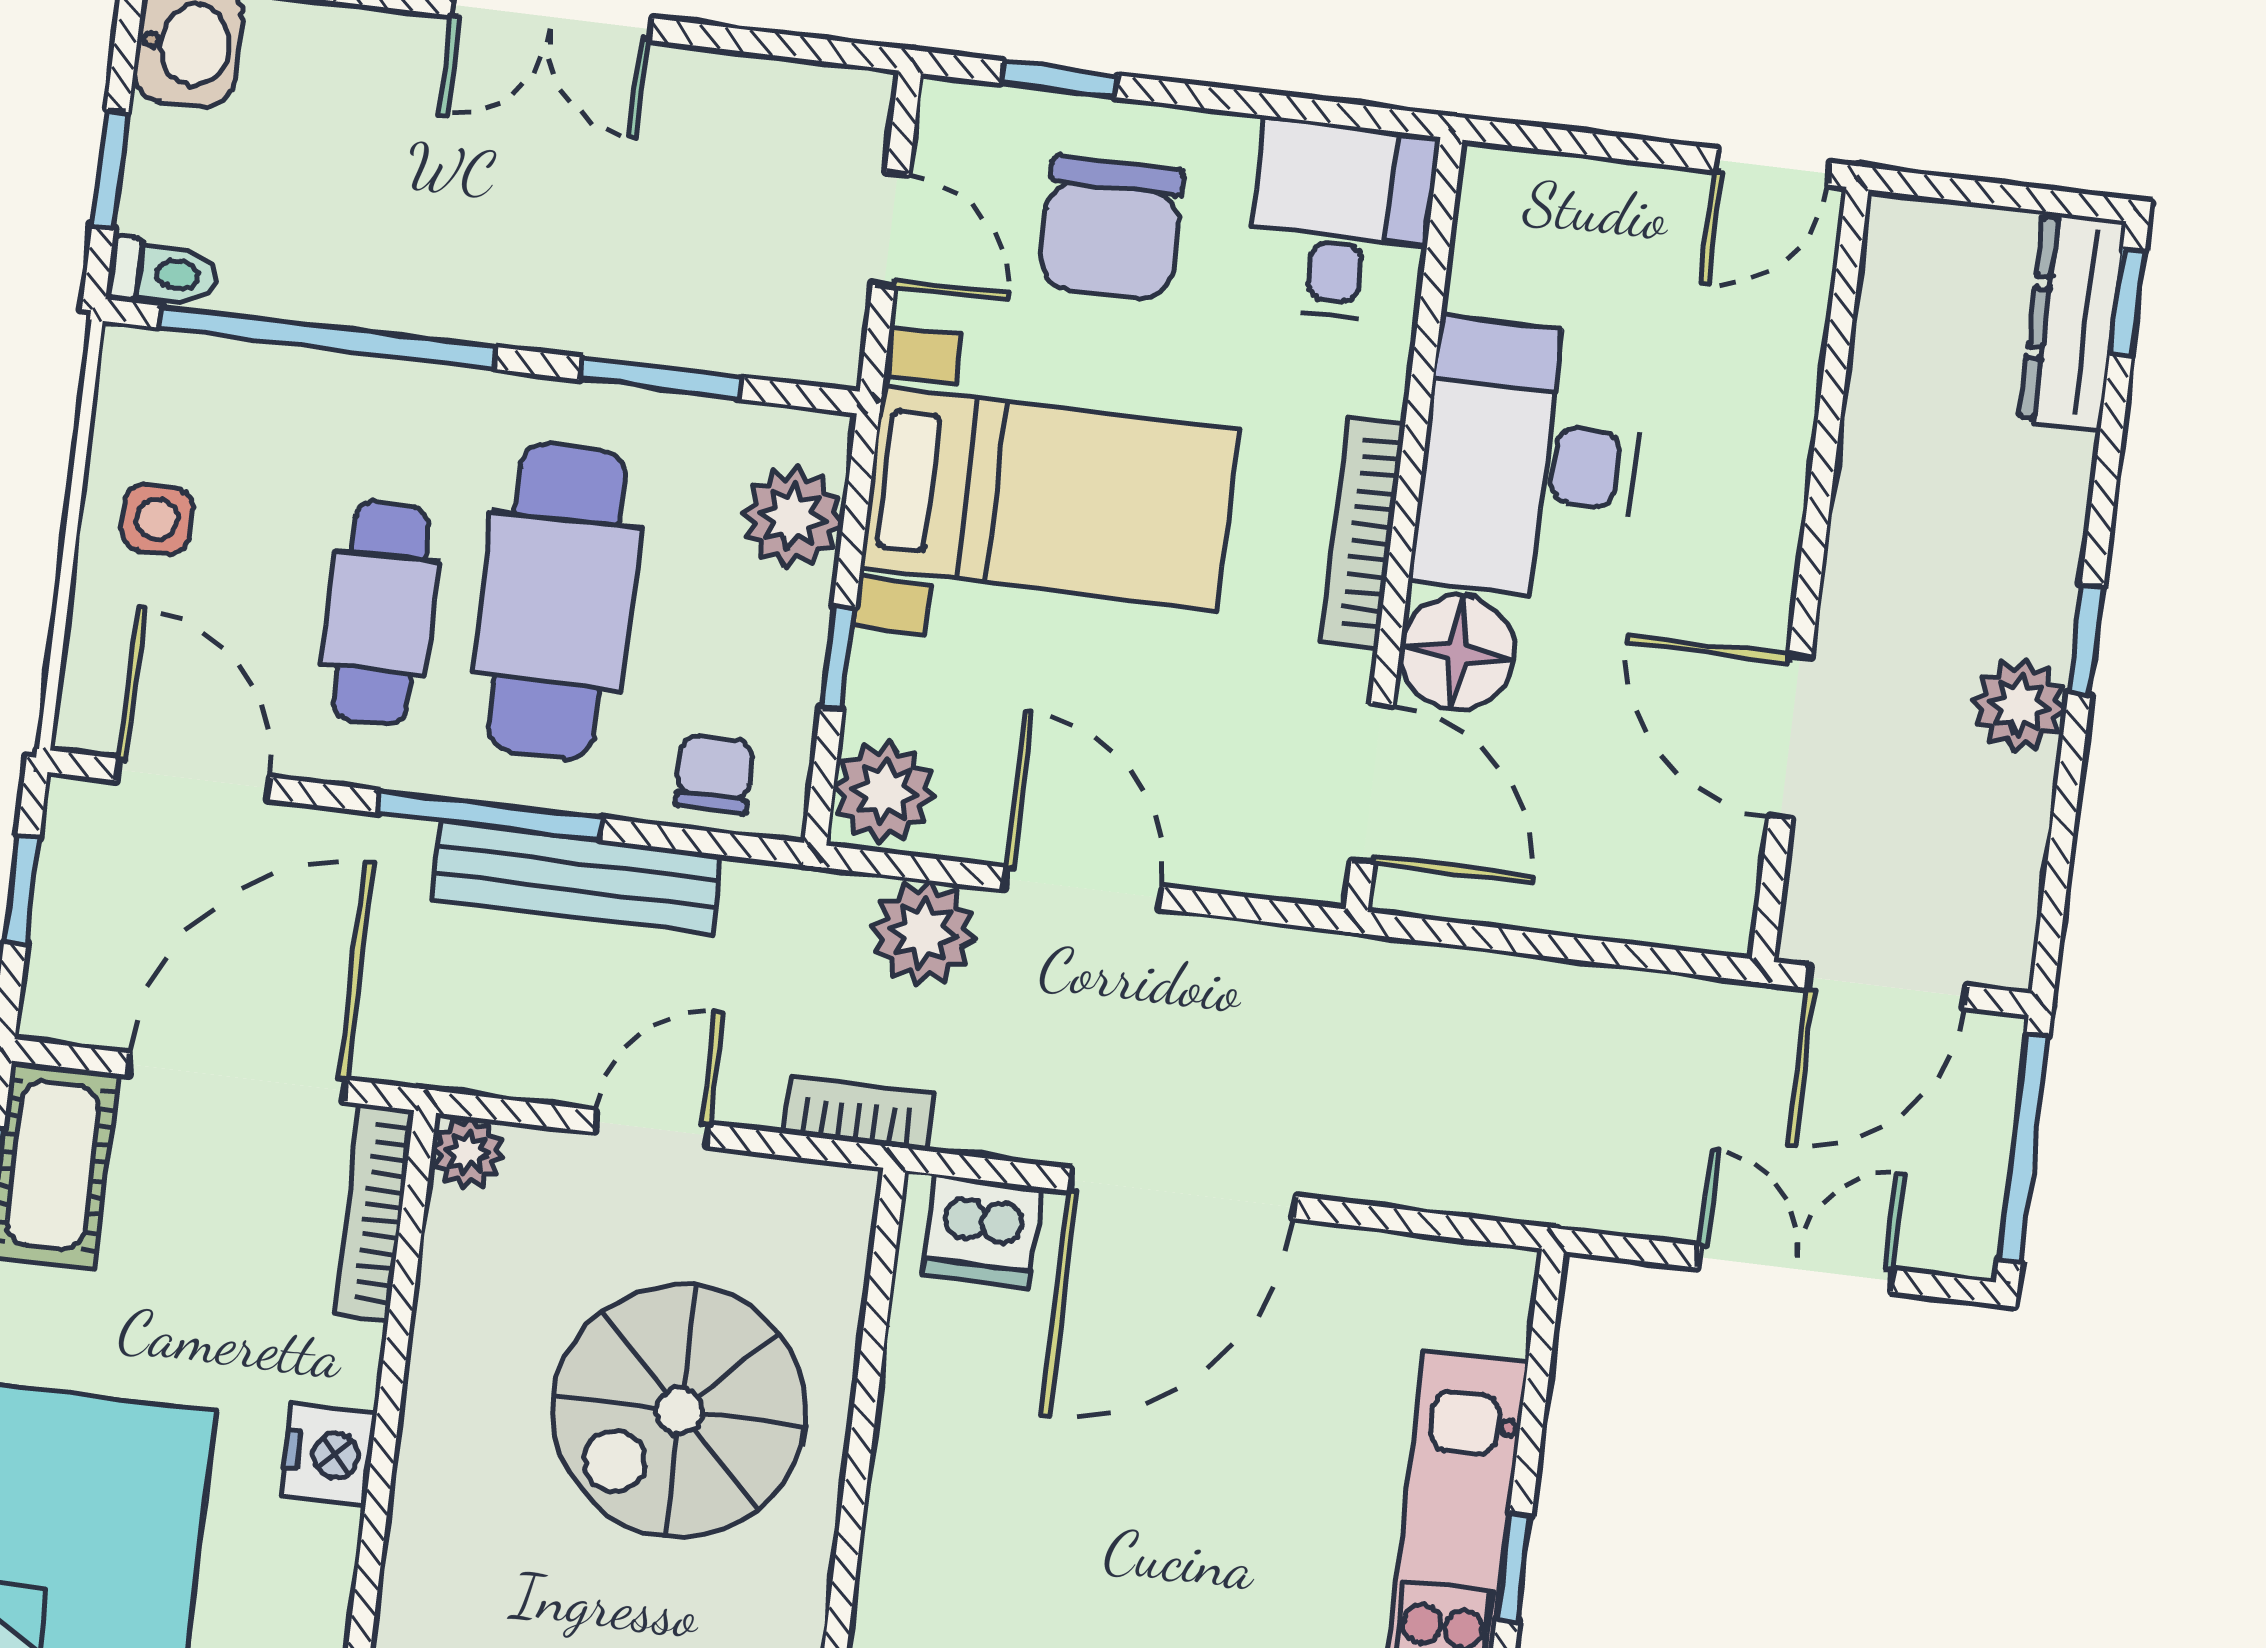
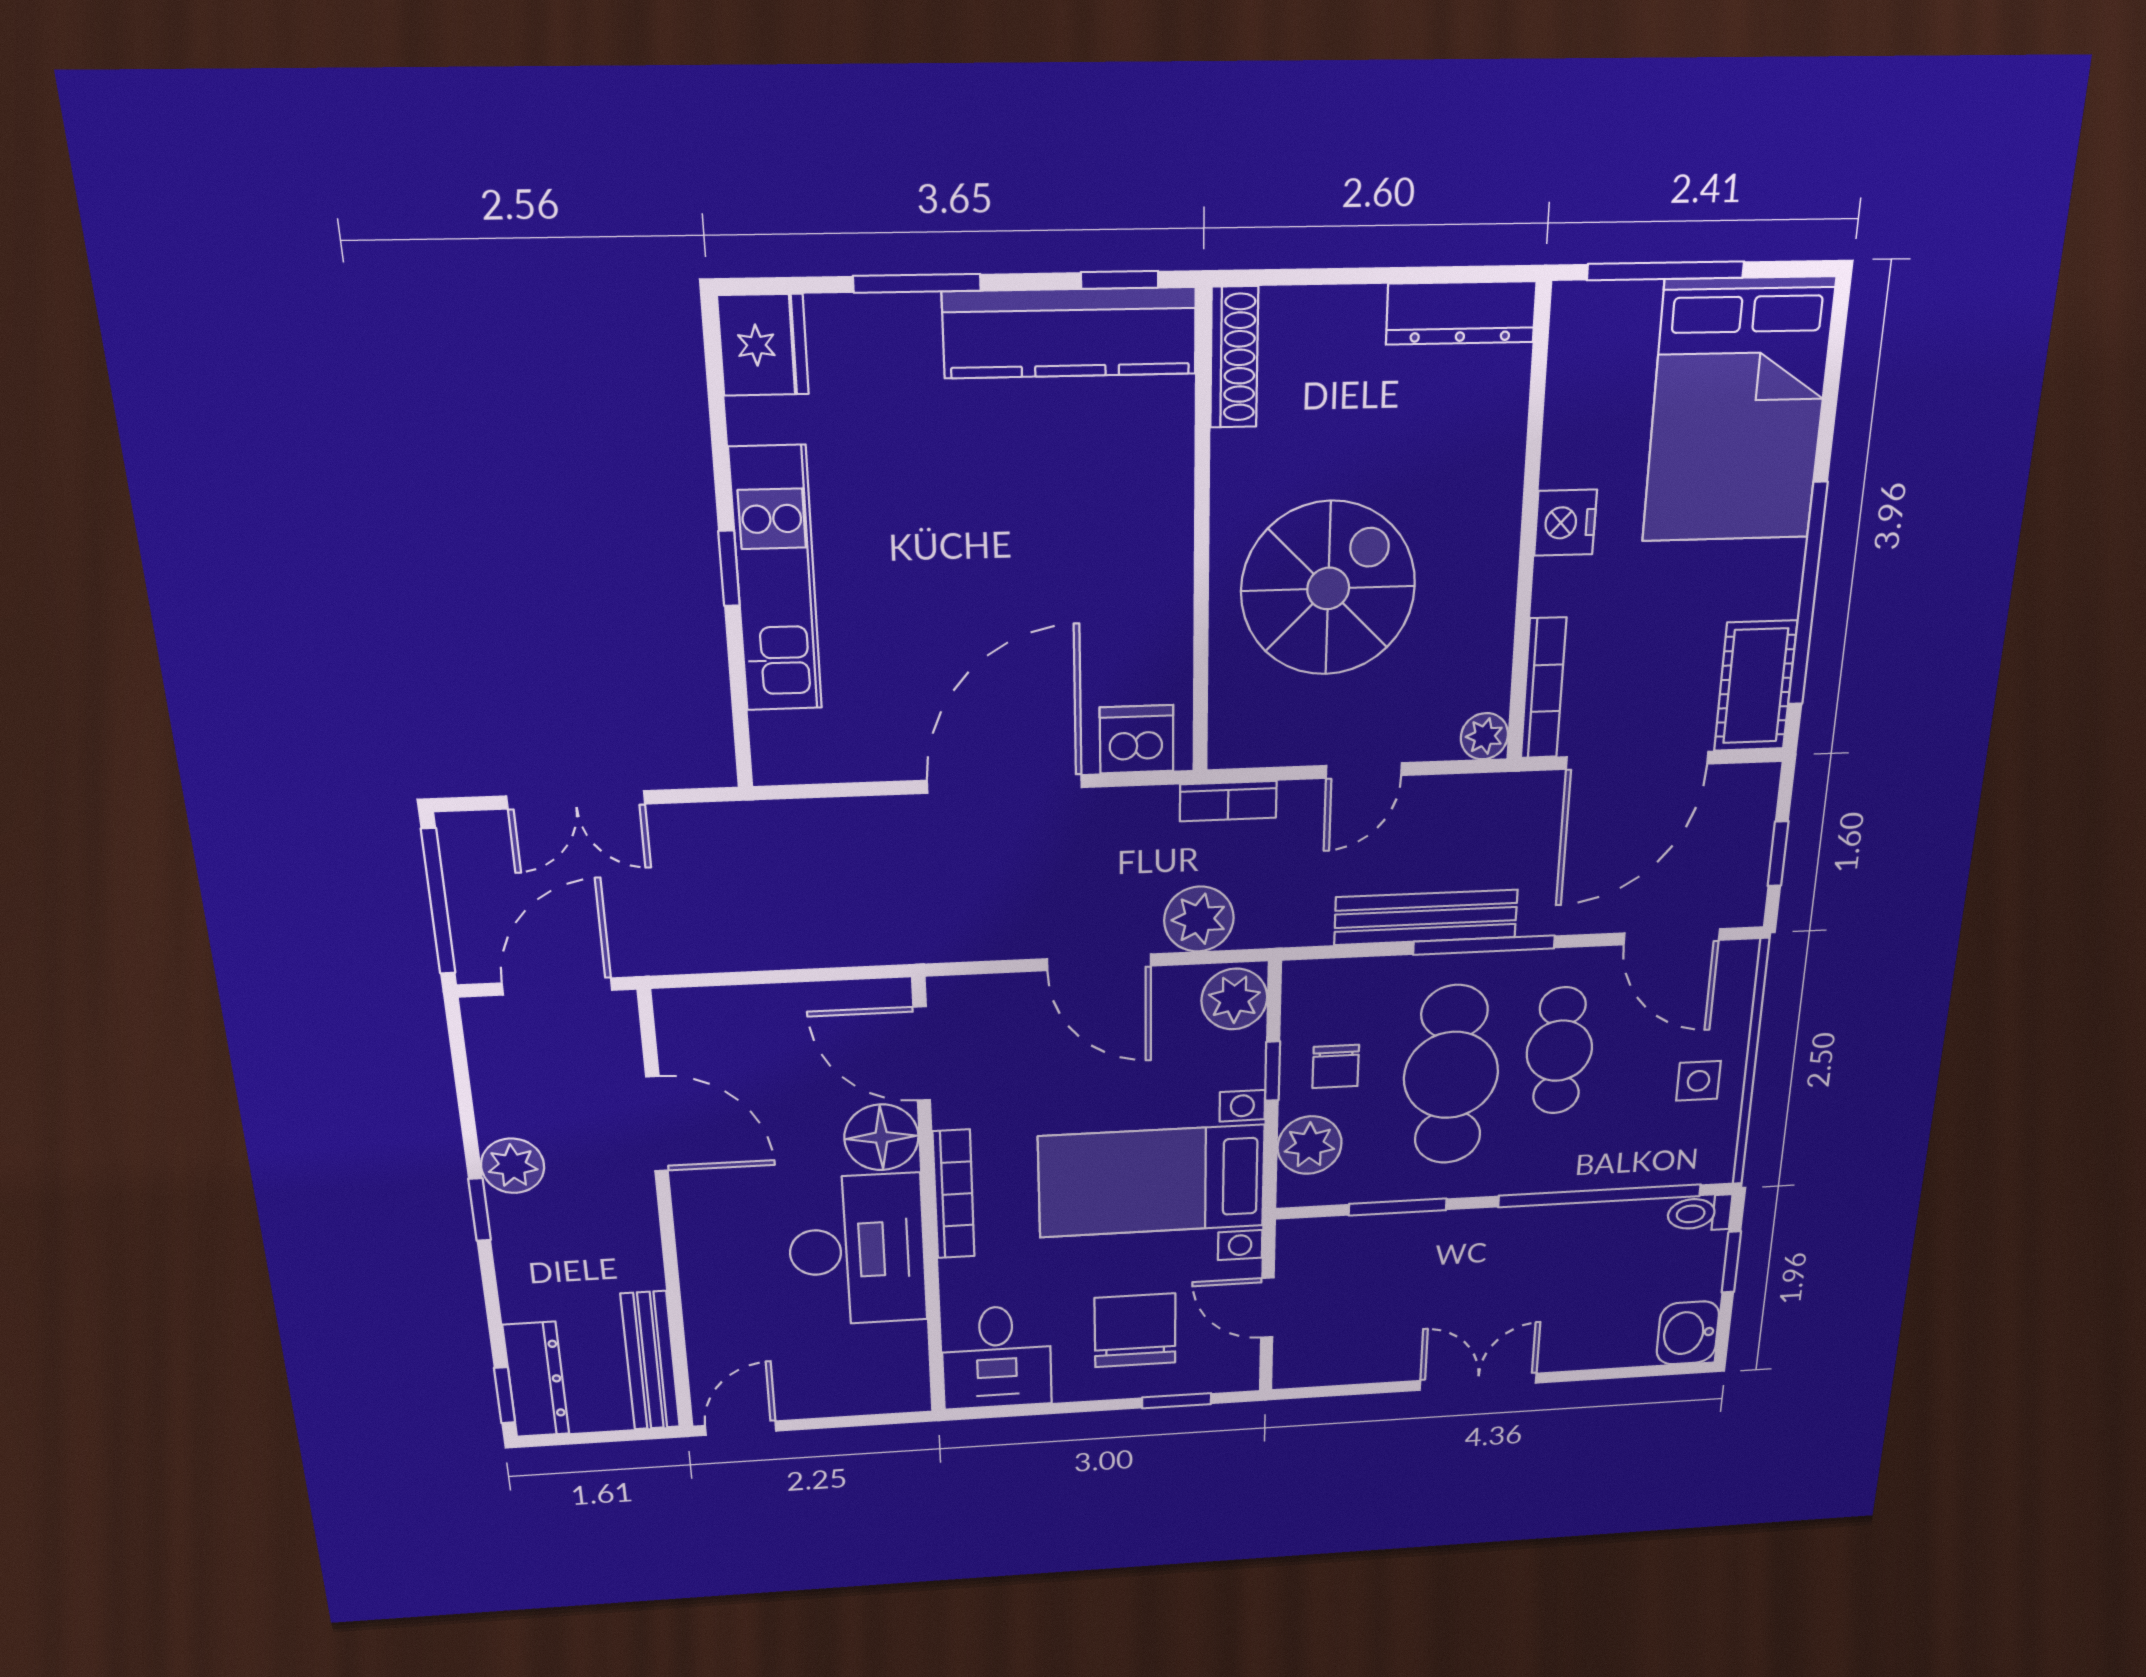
bench: (1888, 321) -> (650, 1361), added
chair: (714, 774) -> (1336, 1067), moved

